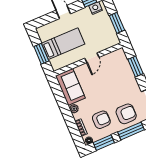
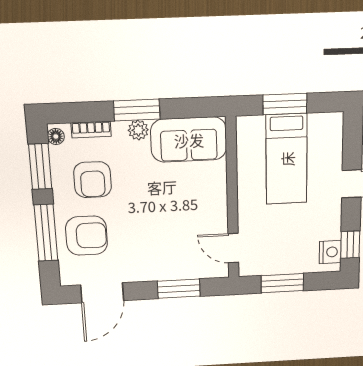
door: (92, 58) -> (233, 248), moved
window: (66, 112) -> (137, 110), added
armchair: (126, 114) -> (87, 236), turned -90

